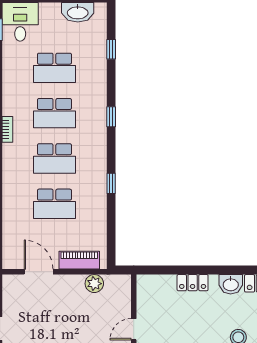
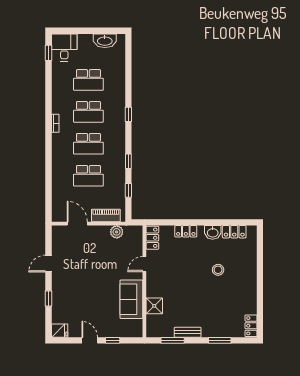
window: (111, 49) -> (128, 190), moved
locker: (145, 292) -> (152, 238), added

